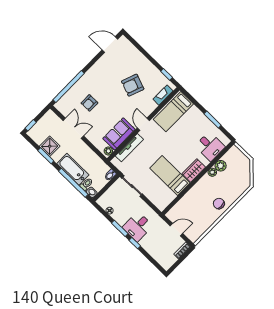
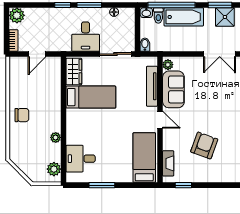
armchair: (89, 103) -> (227, 91), removed
plant: (221, 166) -> (54, 169), moved
wardrobe: (194, 170) -> (74, 72), moved
desk: (138, 227) -> (86, 37), moved, turned 180
plant: (166, 263) -> (17, 15), added

